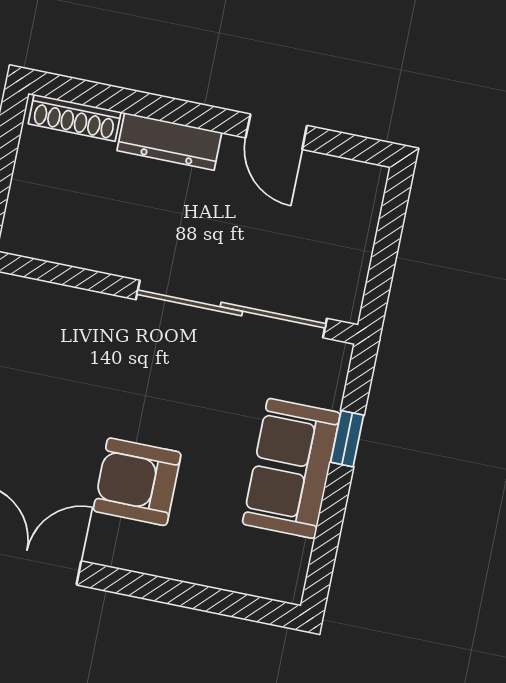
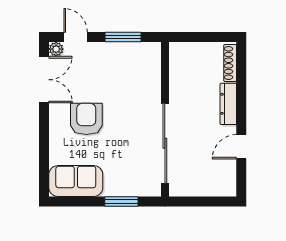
window: (347, 439) -> (121, 201), width x1.50
sofa: (291, 468) -> (76, 181), moved

